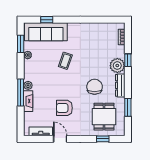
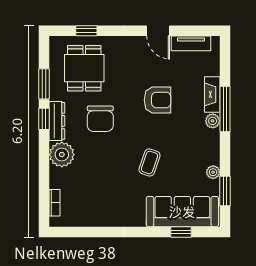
window: (128, 60) -> (44, 119), moved
armchair: (64, 108) -> (157, 100), moved

